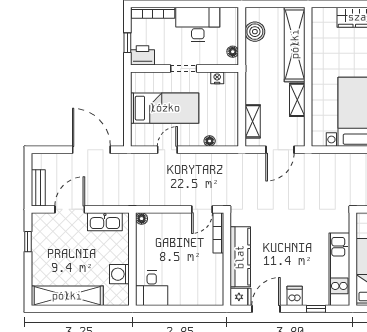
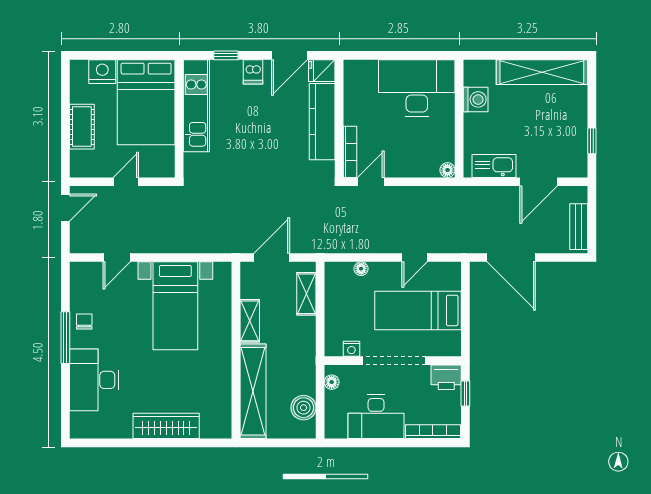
doorway: (184, 69) -> (394, 361), width x1.87
bench: (38, 188) -> (579, 227), moved
desk: (152, 288) -> (417, 88), width x1.87, depth x1.30

